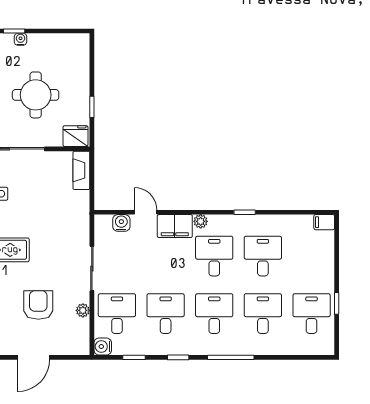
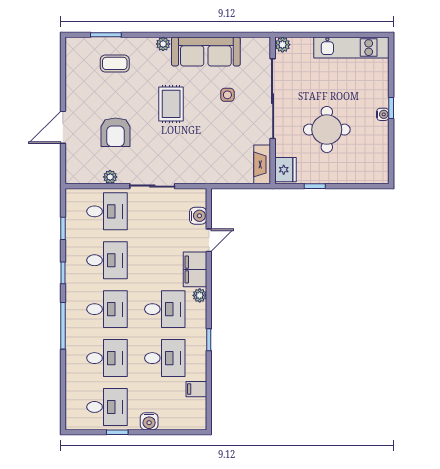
fireplace: (81, 170) -> (262, 164), moved, turned -90
filing cabinet: (324, 222) -> (196, 389), moved, turned -90
armchair: (38, 305) -> (116, 132), turned 90
water cooler: (103, 346) -> (149, 421), moved, turned 180
door: (33, 357) -> (63, 127), hinge flipped

